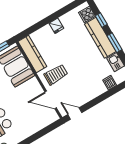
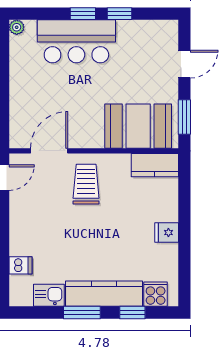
kitchen counter: (32, 54) -> (155, 165), width x0.67
trolley: (56, 75) -> (86, 184), turned 180

